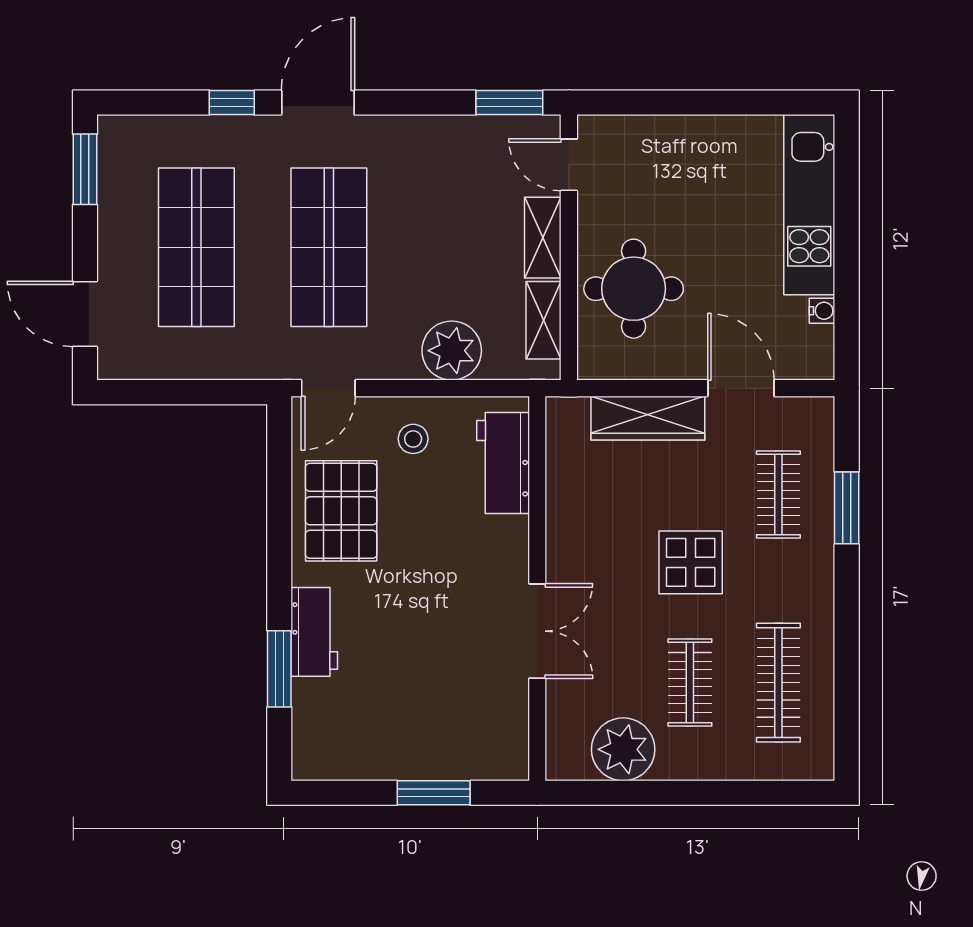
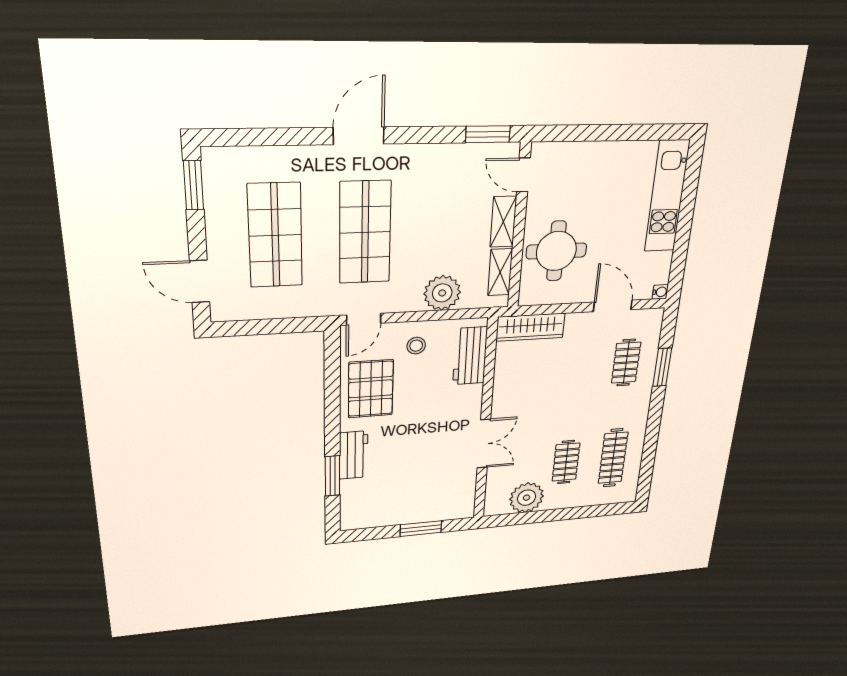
window: (232, 103) -> (298, 137), removed
water cooler: (822, 311) -> (660, 292), moved
wardrobe: (648, 418) -> (531, 327), moved
display table: (691, 562) -> (573, 402), removed

